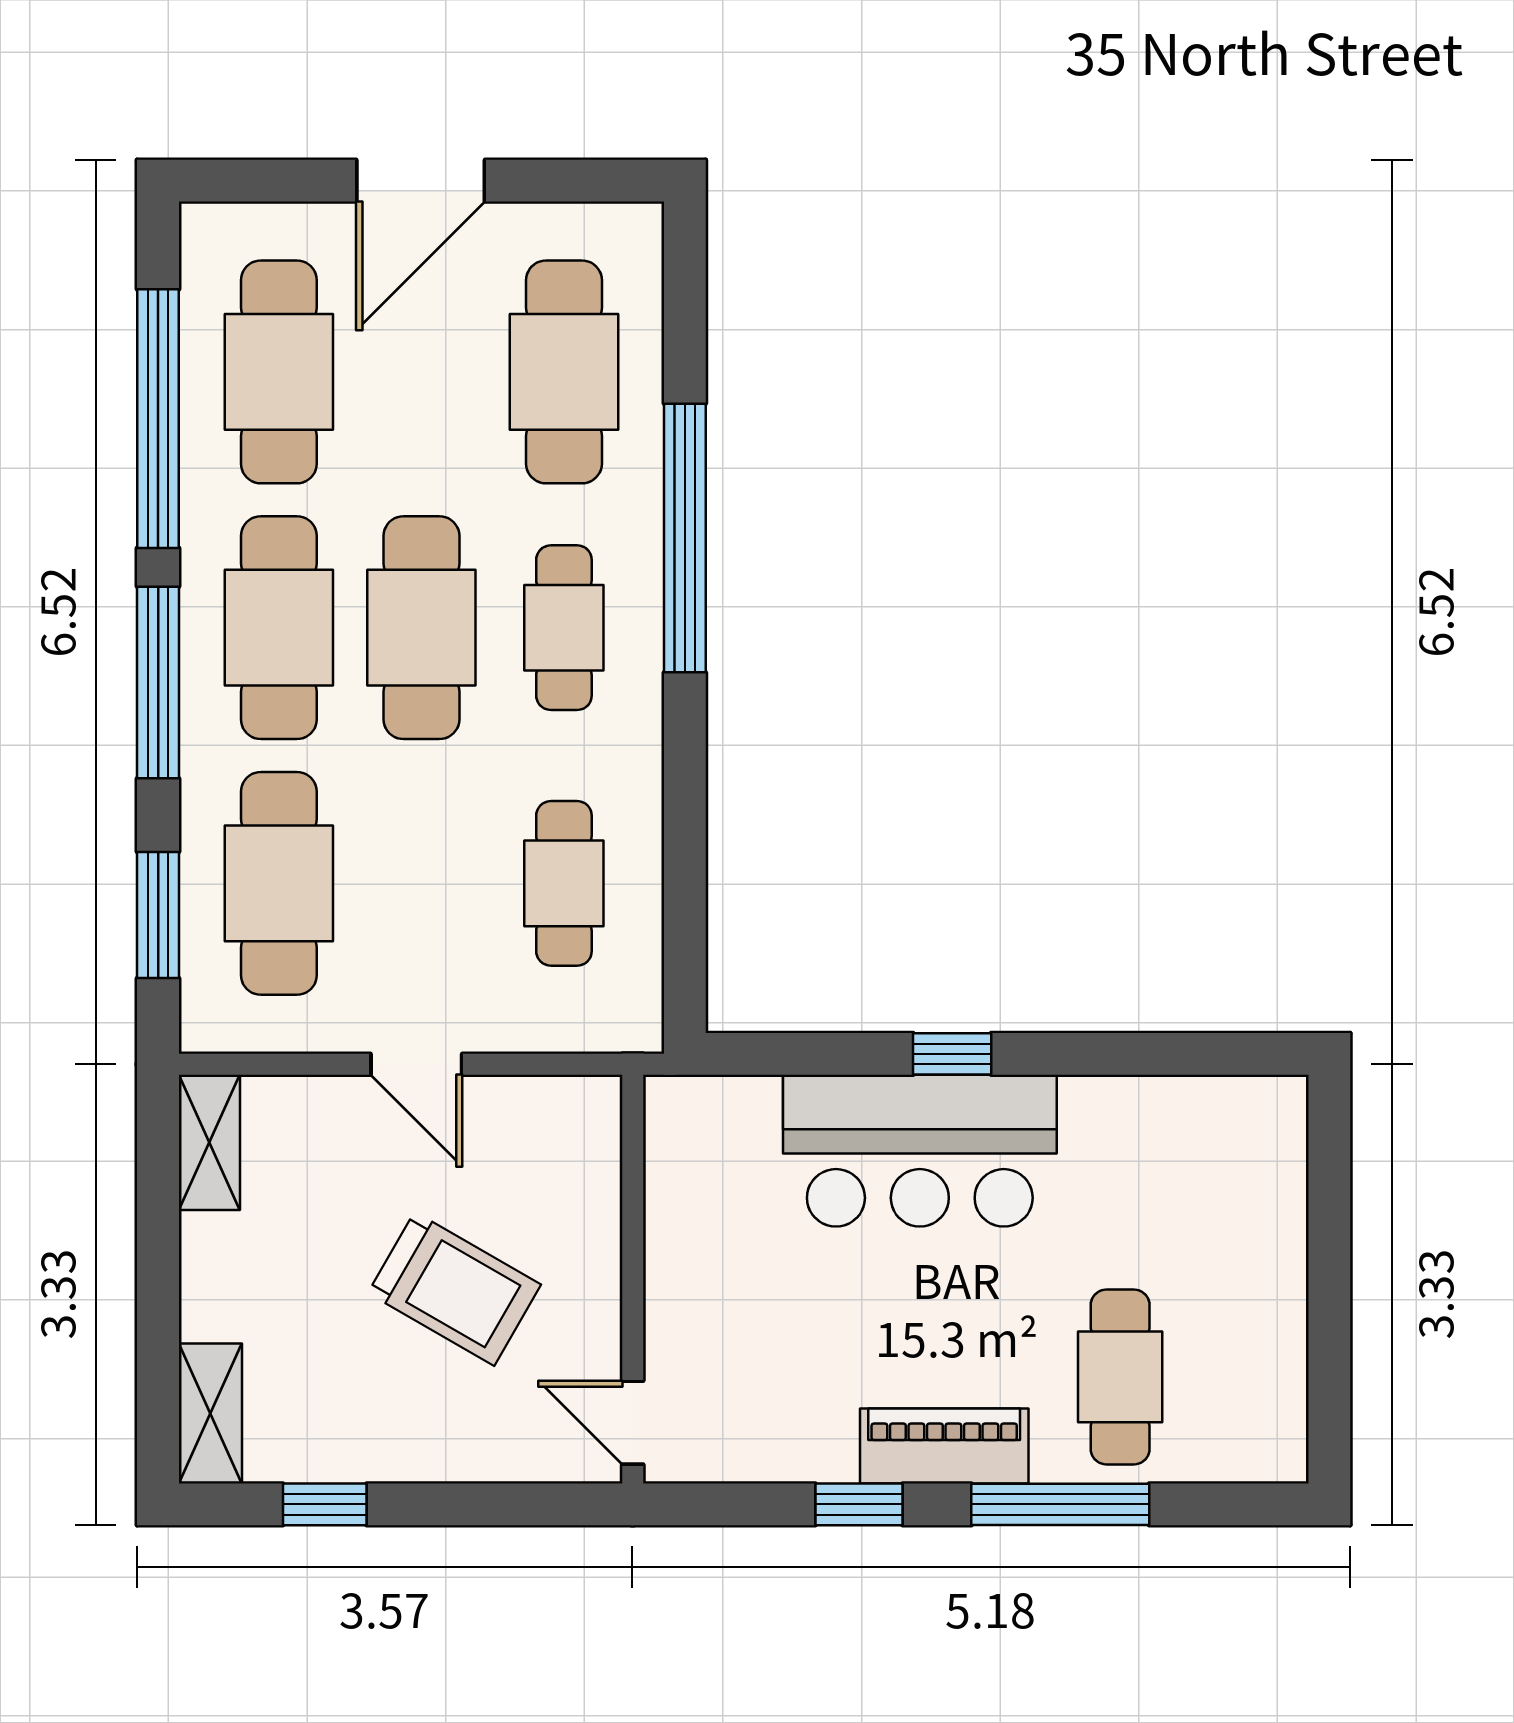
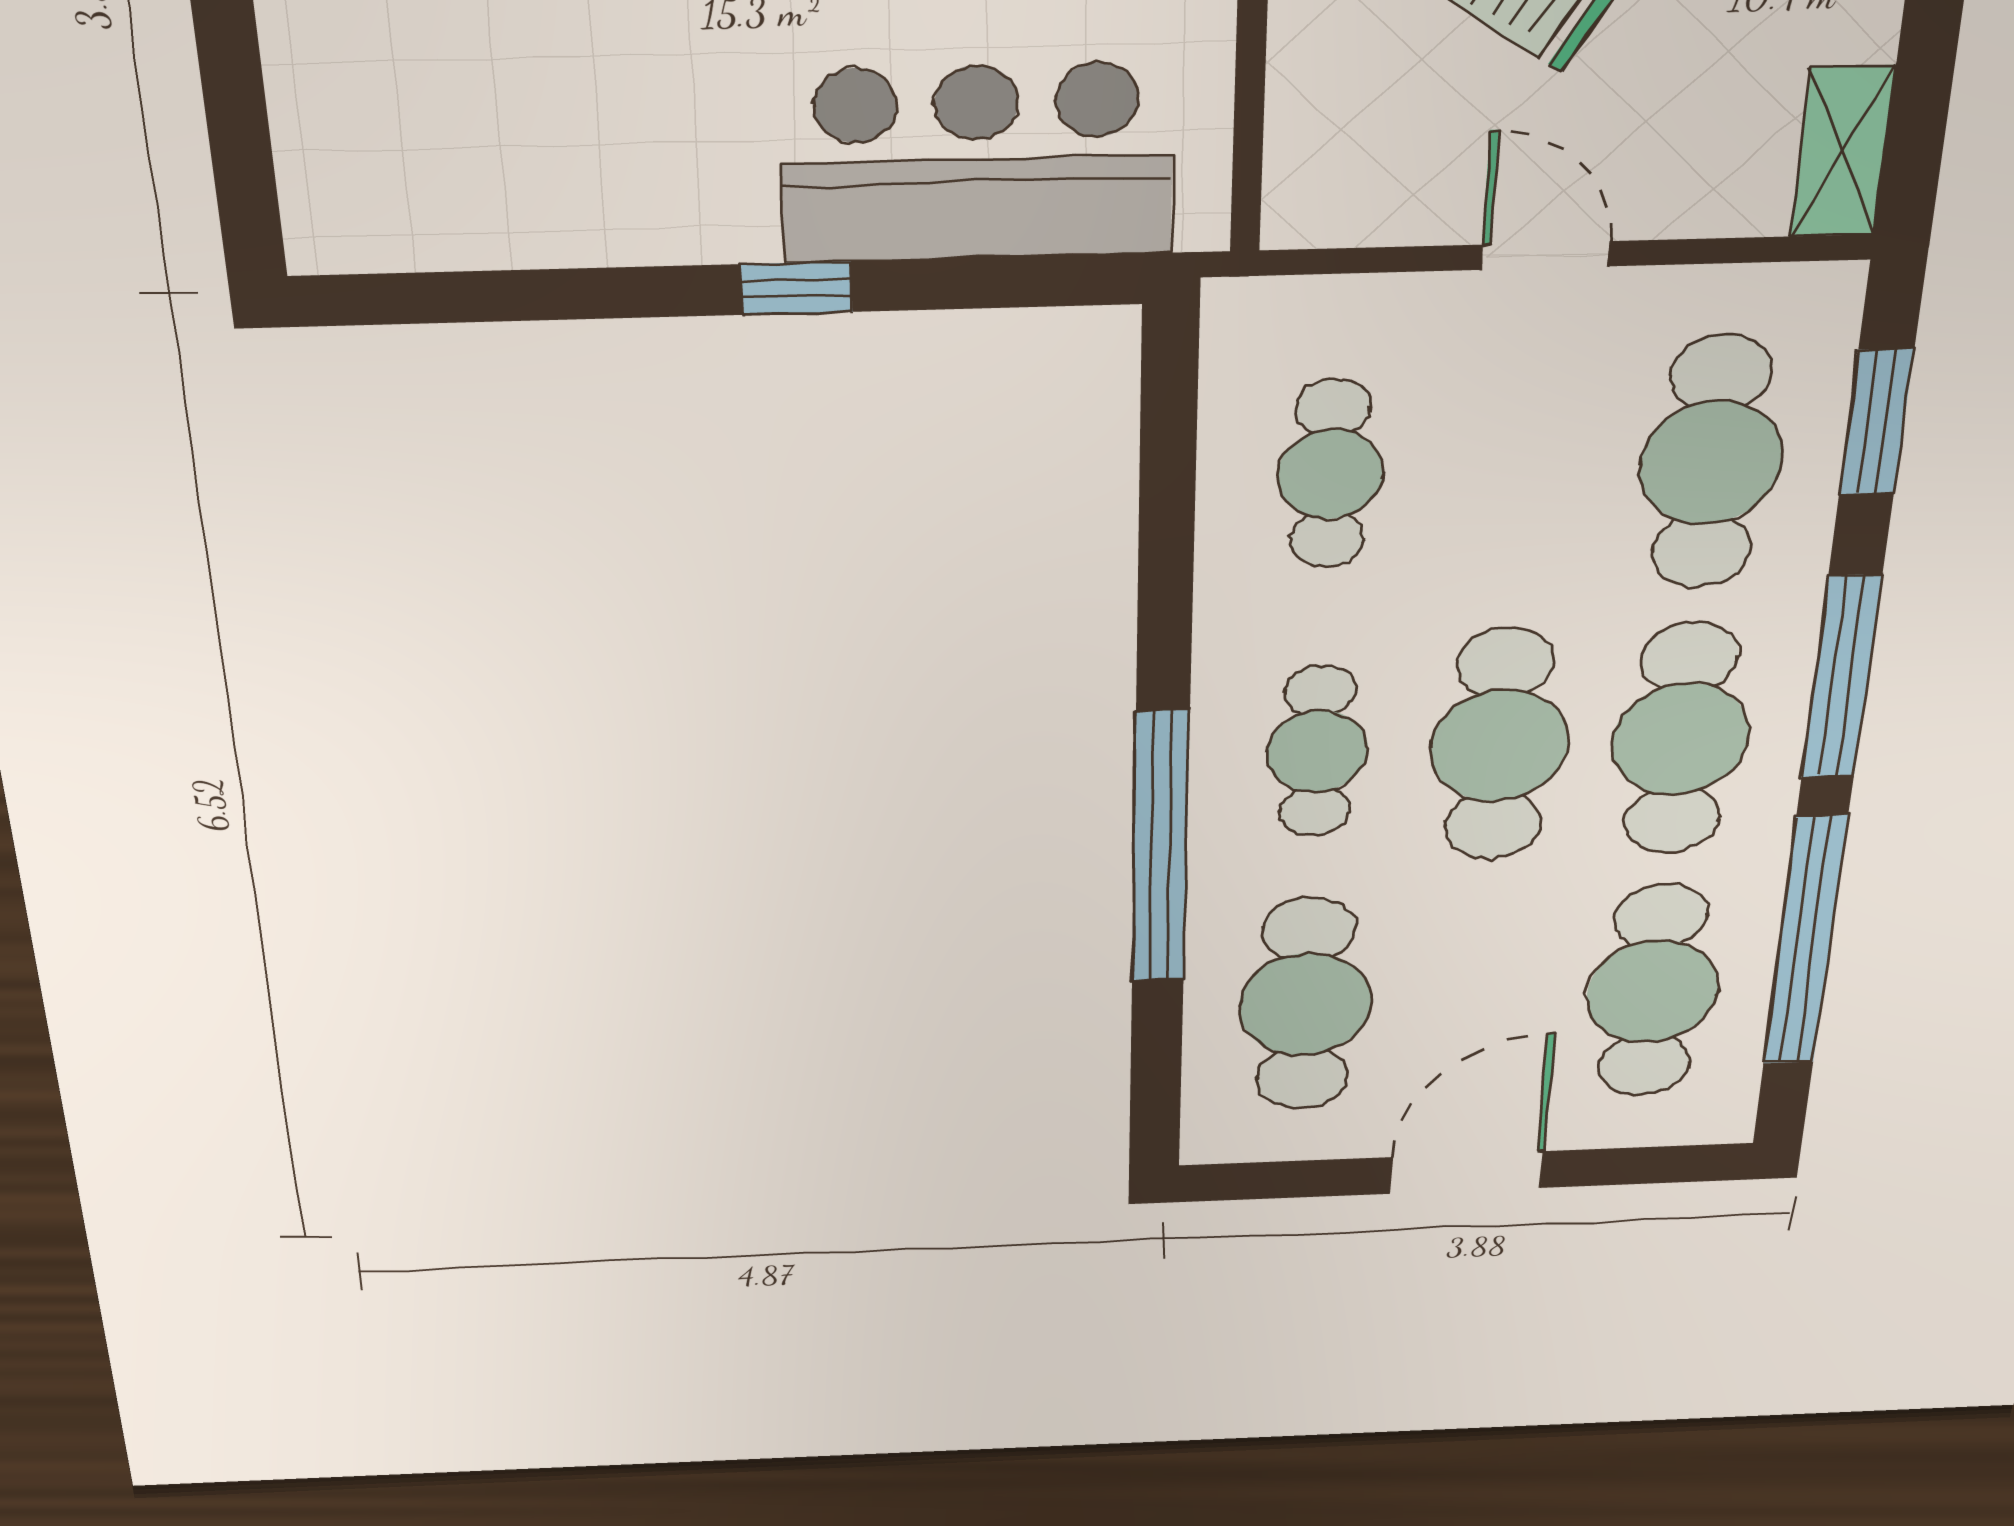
bar counter: (920, 1151) -> (977, 163), moved

